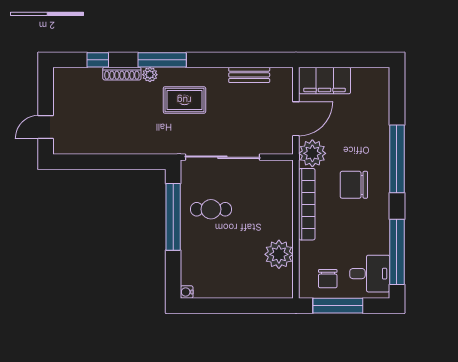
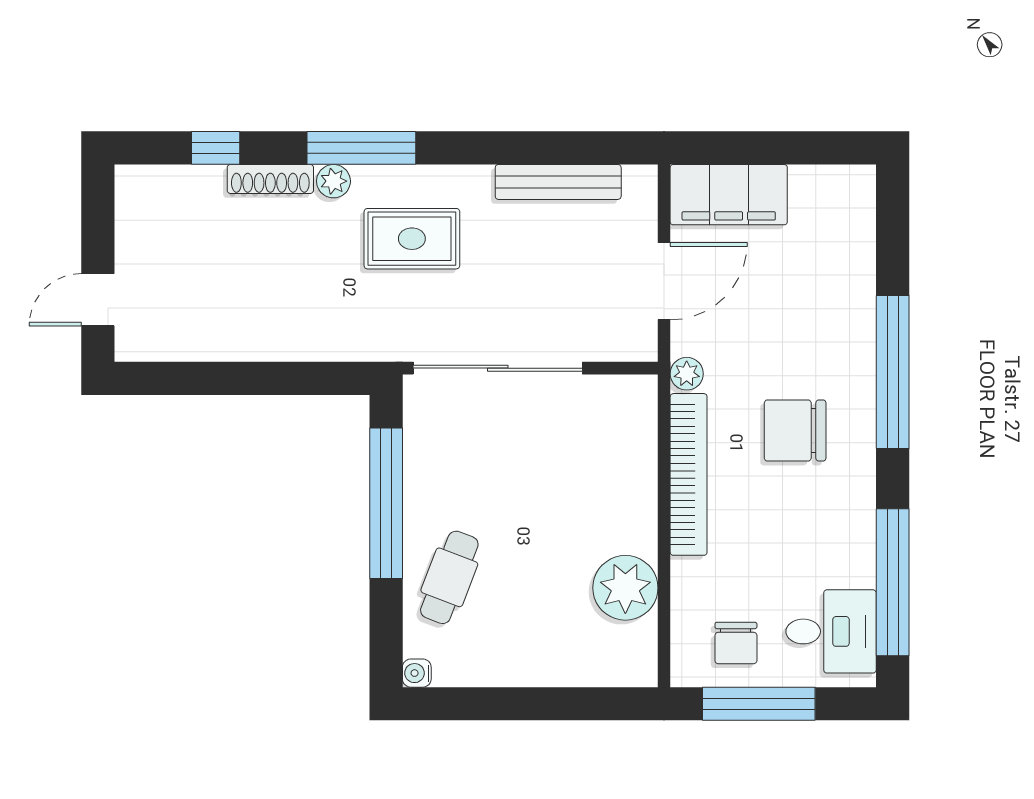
bench: (249, 75) -> (558, 182), width x1.36
plant: (312, 153) -> (687, 374), width x0.53, depth x0.53
cafe table: (211, 209) -> (449, 577), moved, turned -69

